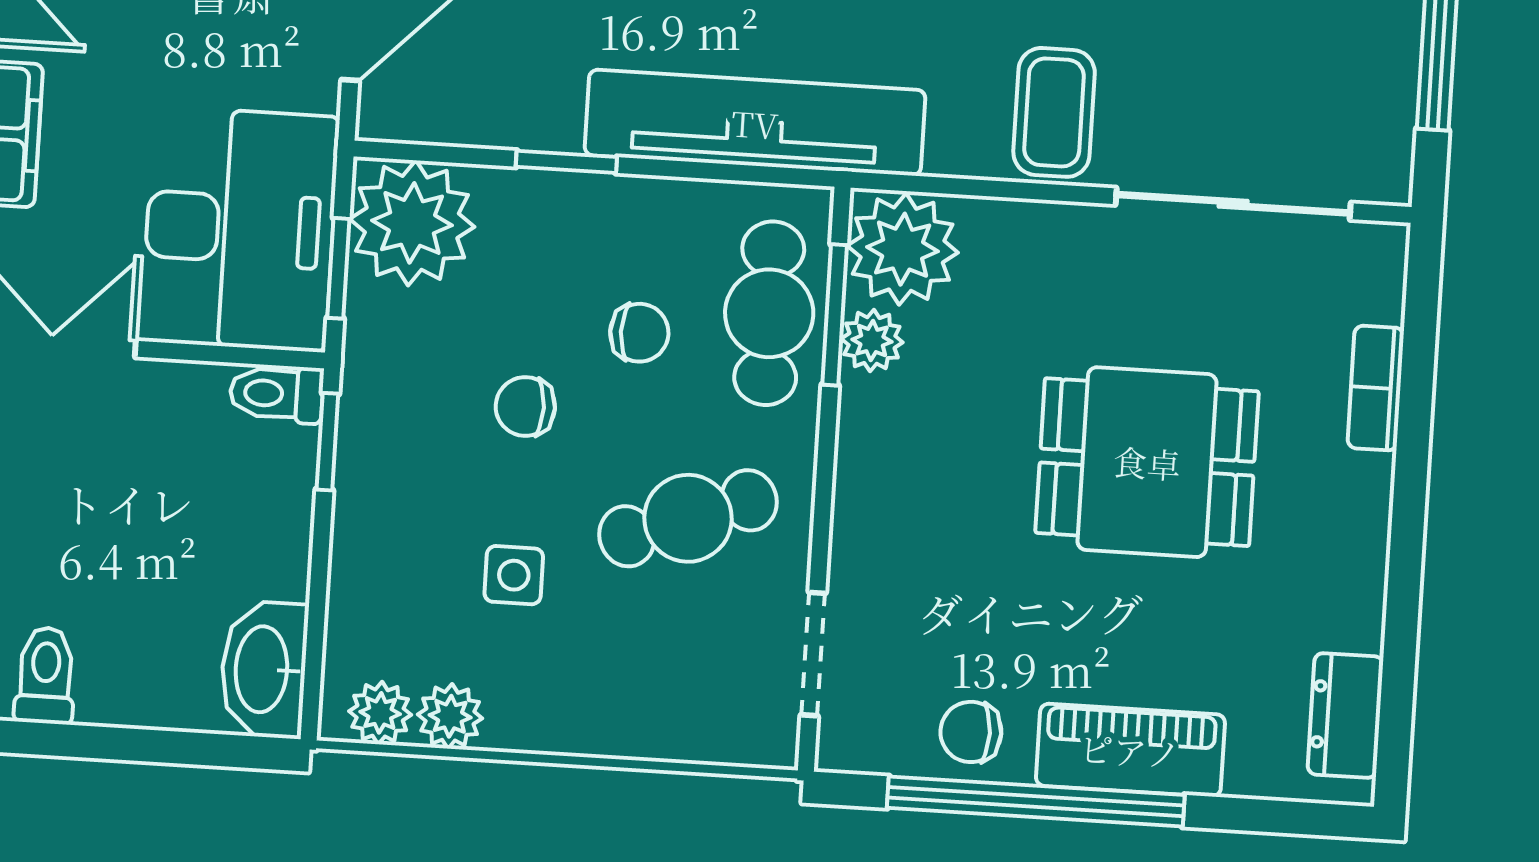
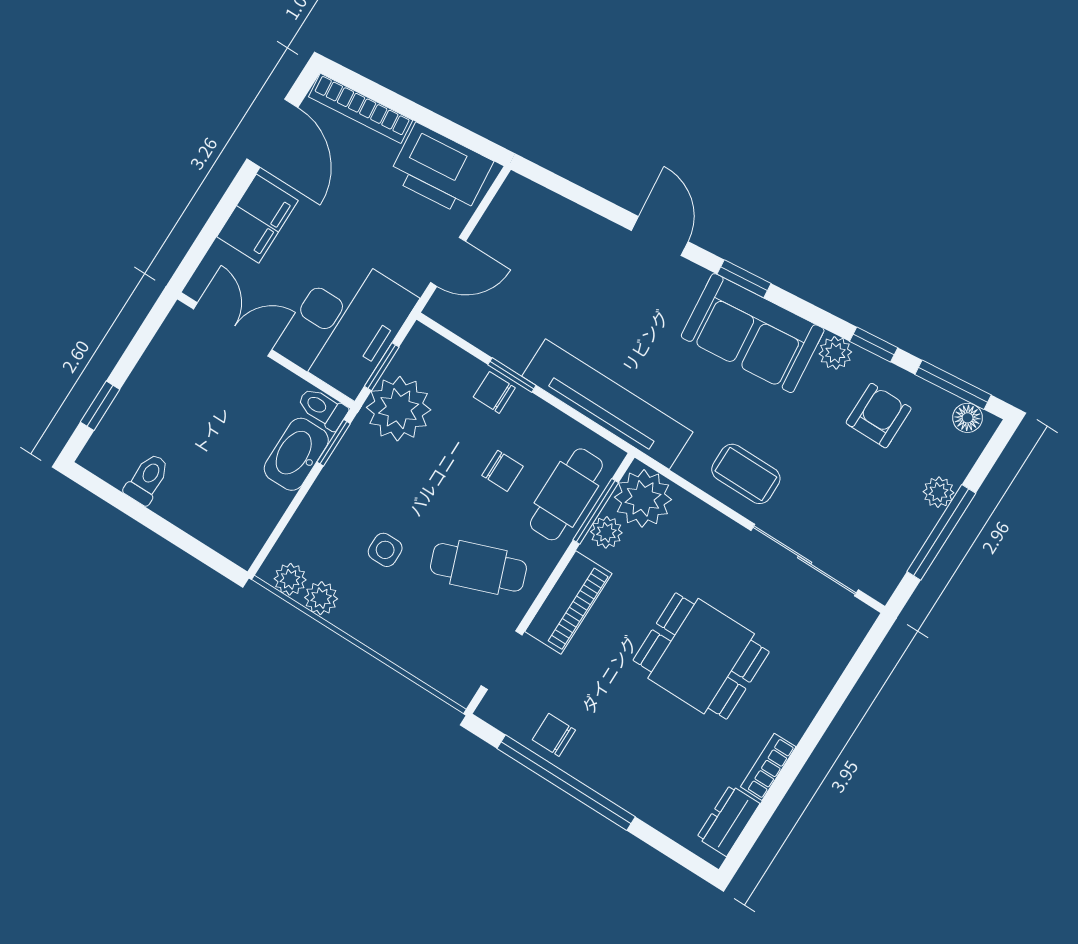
coffee table: (1054, 112) -> (746, 474), turned 90
plant: (412, 223) -> (399, 409), moved
bookcase: (1376, 388) -> (768, 767), moved
chair: (525, 406) -> (494, 392), moved
washbasin: (264, 669) -> (296, 454), moved
piano: (1130, 750) -> (568, 602), moved, turned 90

